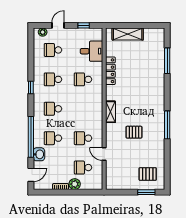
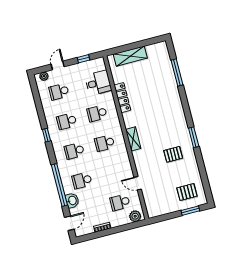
window: (167, 125) -> (194, 137), width x0.69
pallet: (134, 132) -> (173, 154), moved
school desk: (83, 138) -> (105, 143), moved
plant: (75, 184) -> (135, 216), moved

